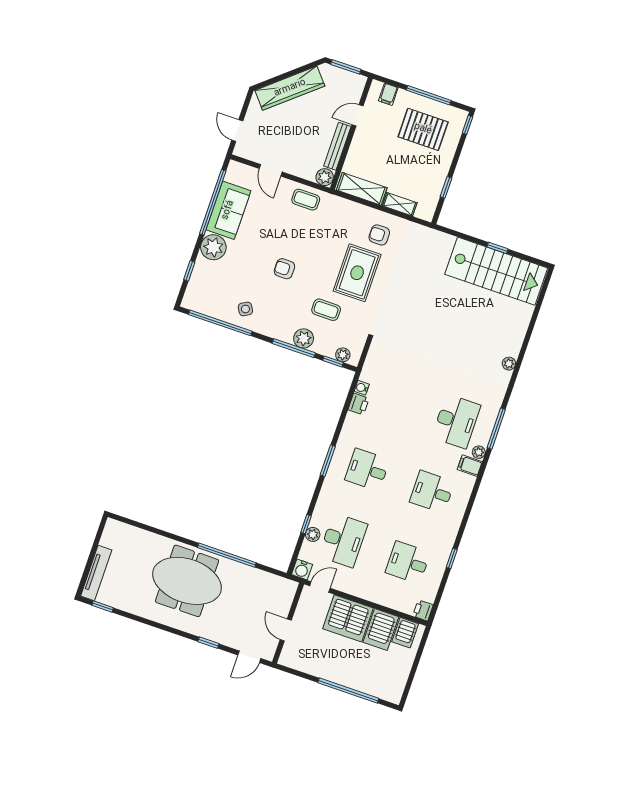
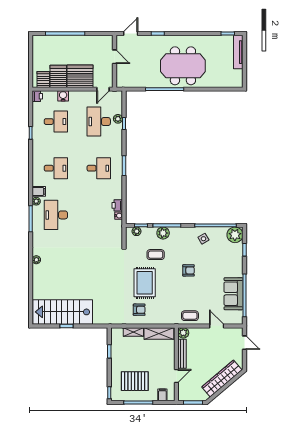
plant: (213, 247) -> (235, 235), moved
water cooler: (302, 569) -> (63, 96), moved

